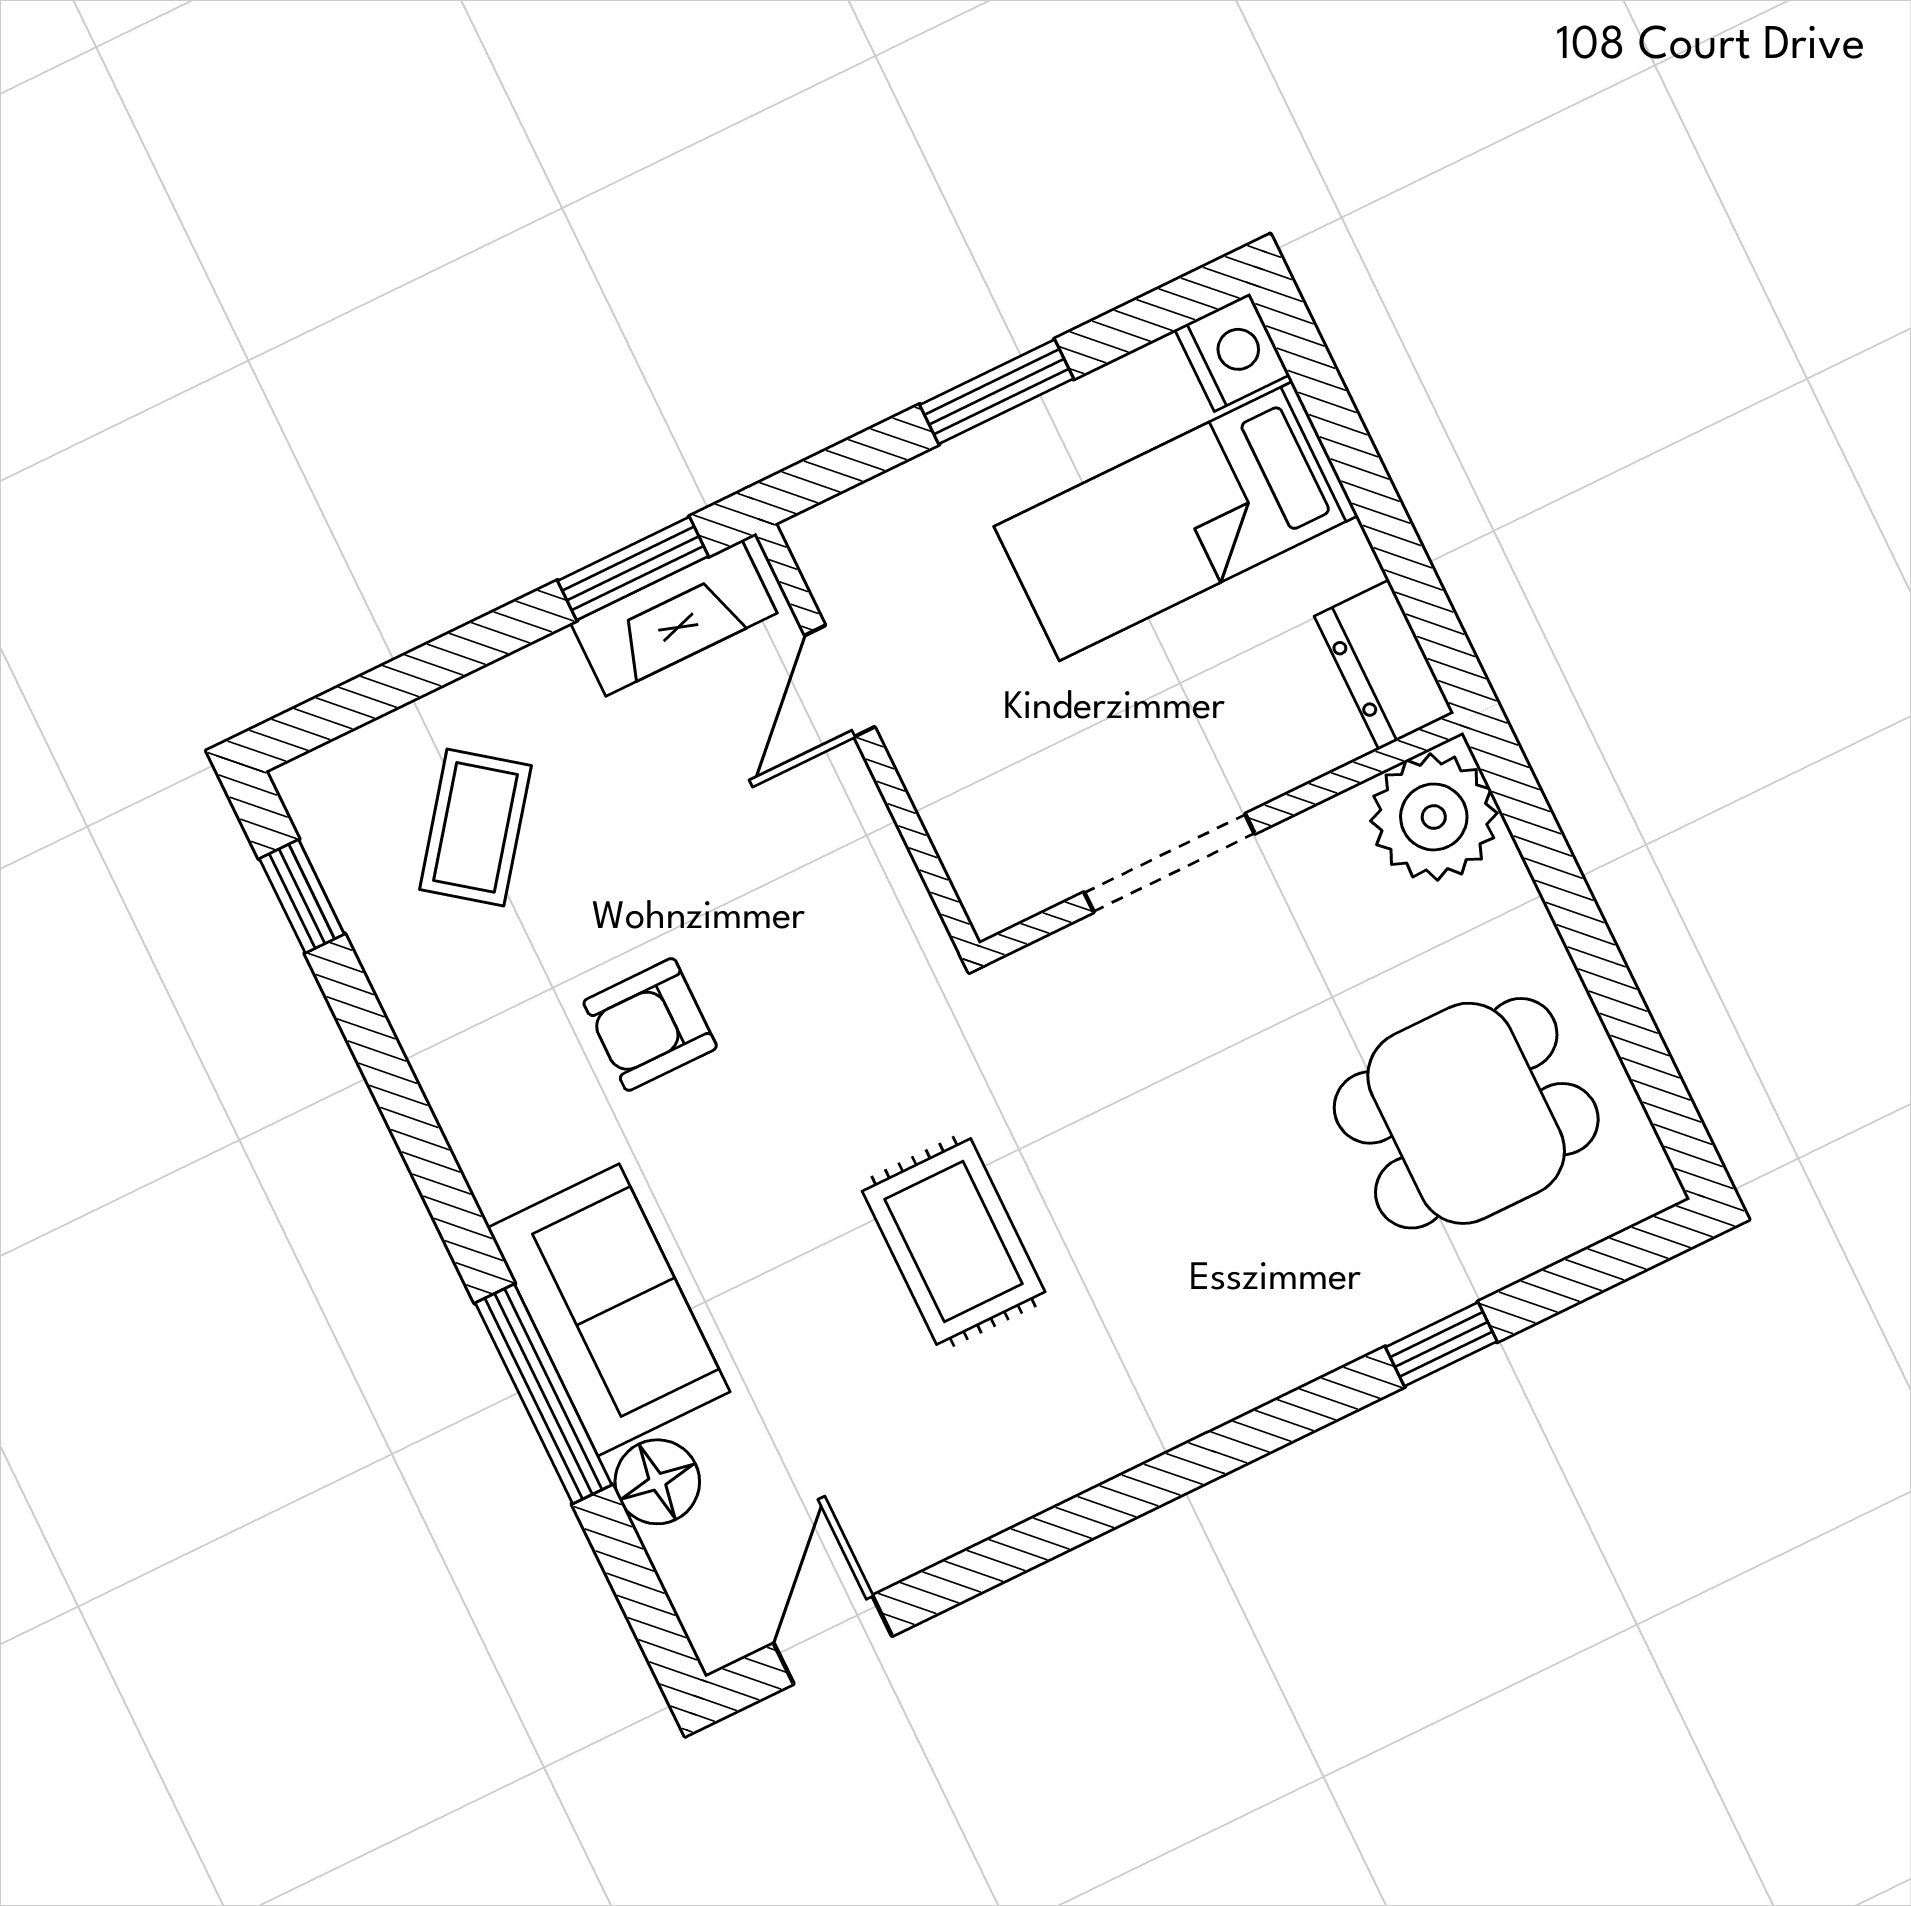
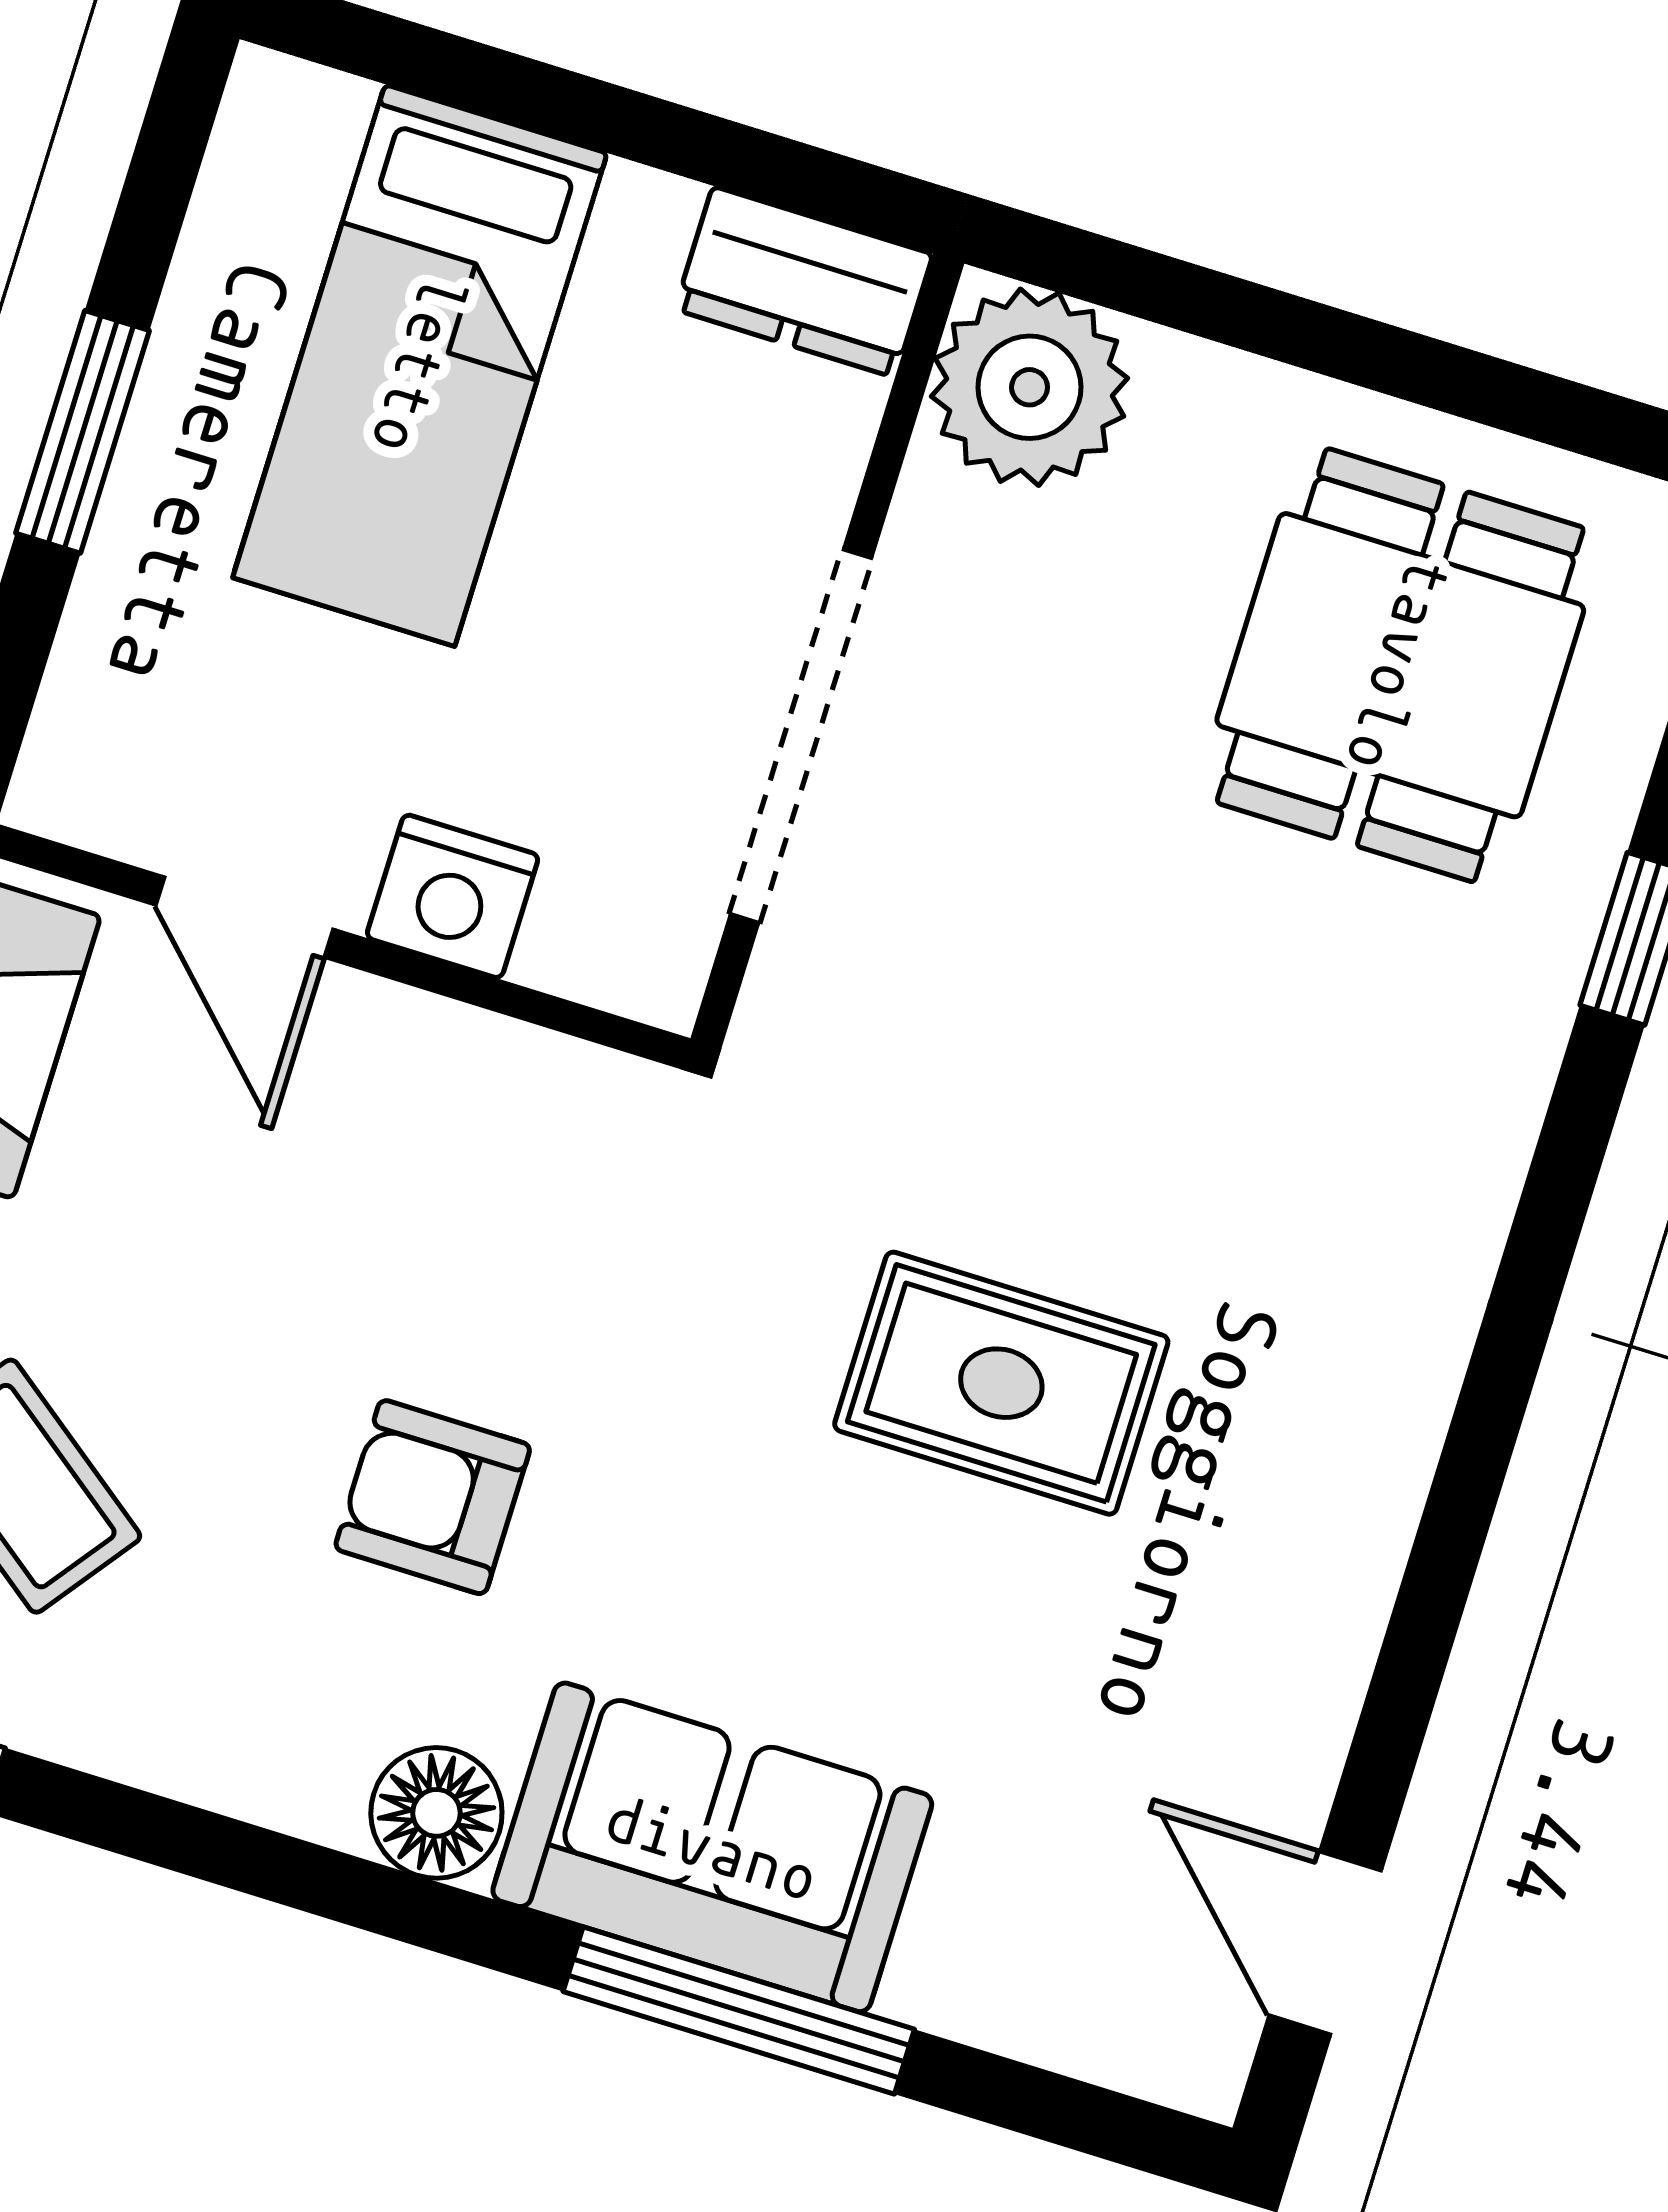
nightstand: (1232, 352) -> (453, 896), moved, turned 180
doorway: (1169, 863) -> (801, 736), width x1.36
armchair: (650, 1024) -> (433, 1497), turned 90
floor lamp: (657, 1482) -> (436, 1813), moved

